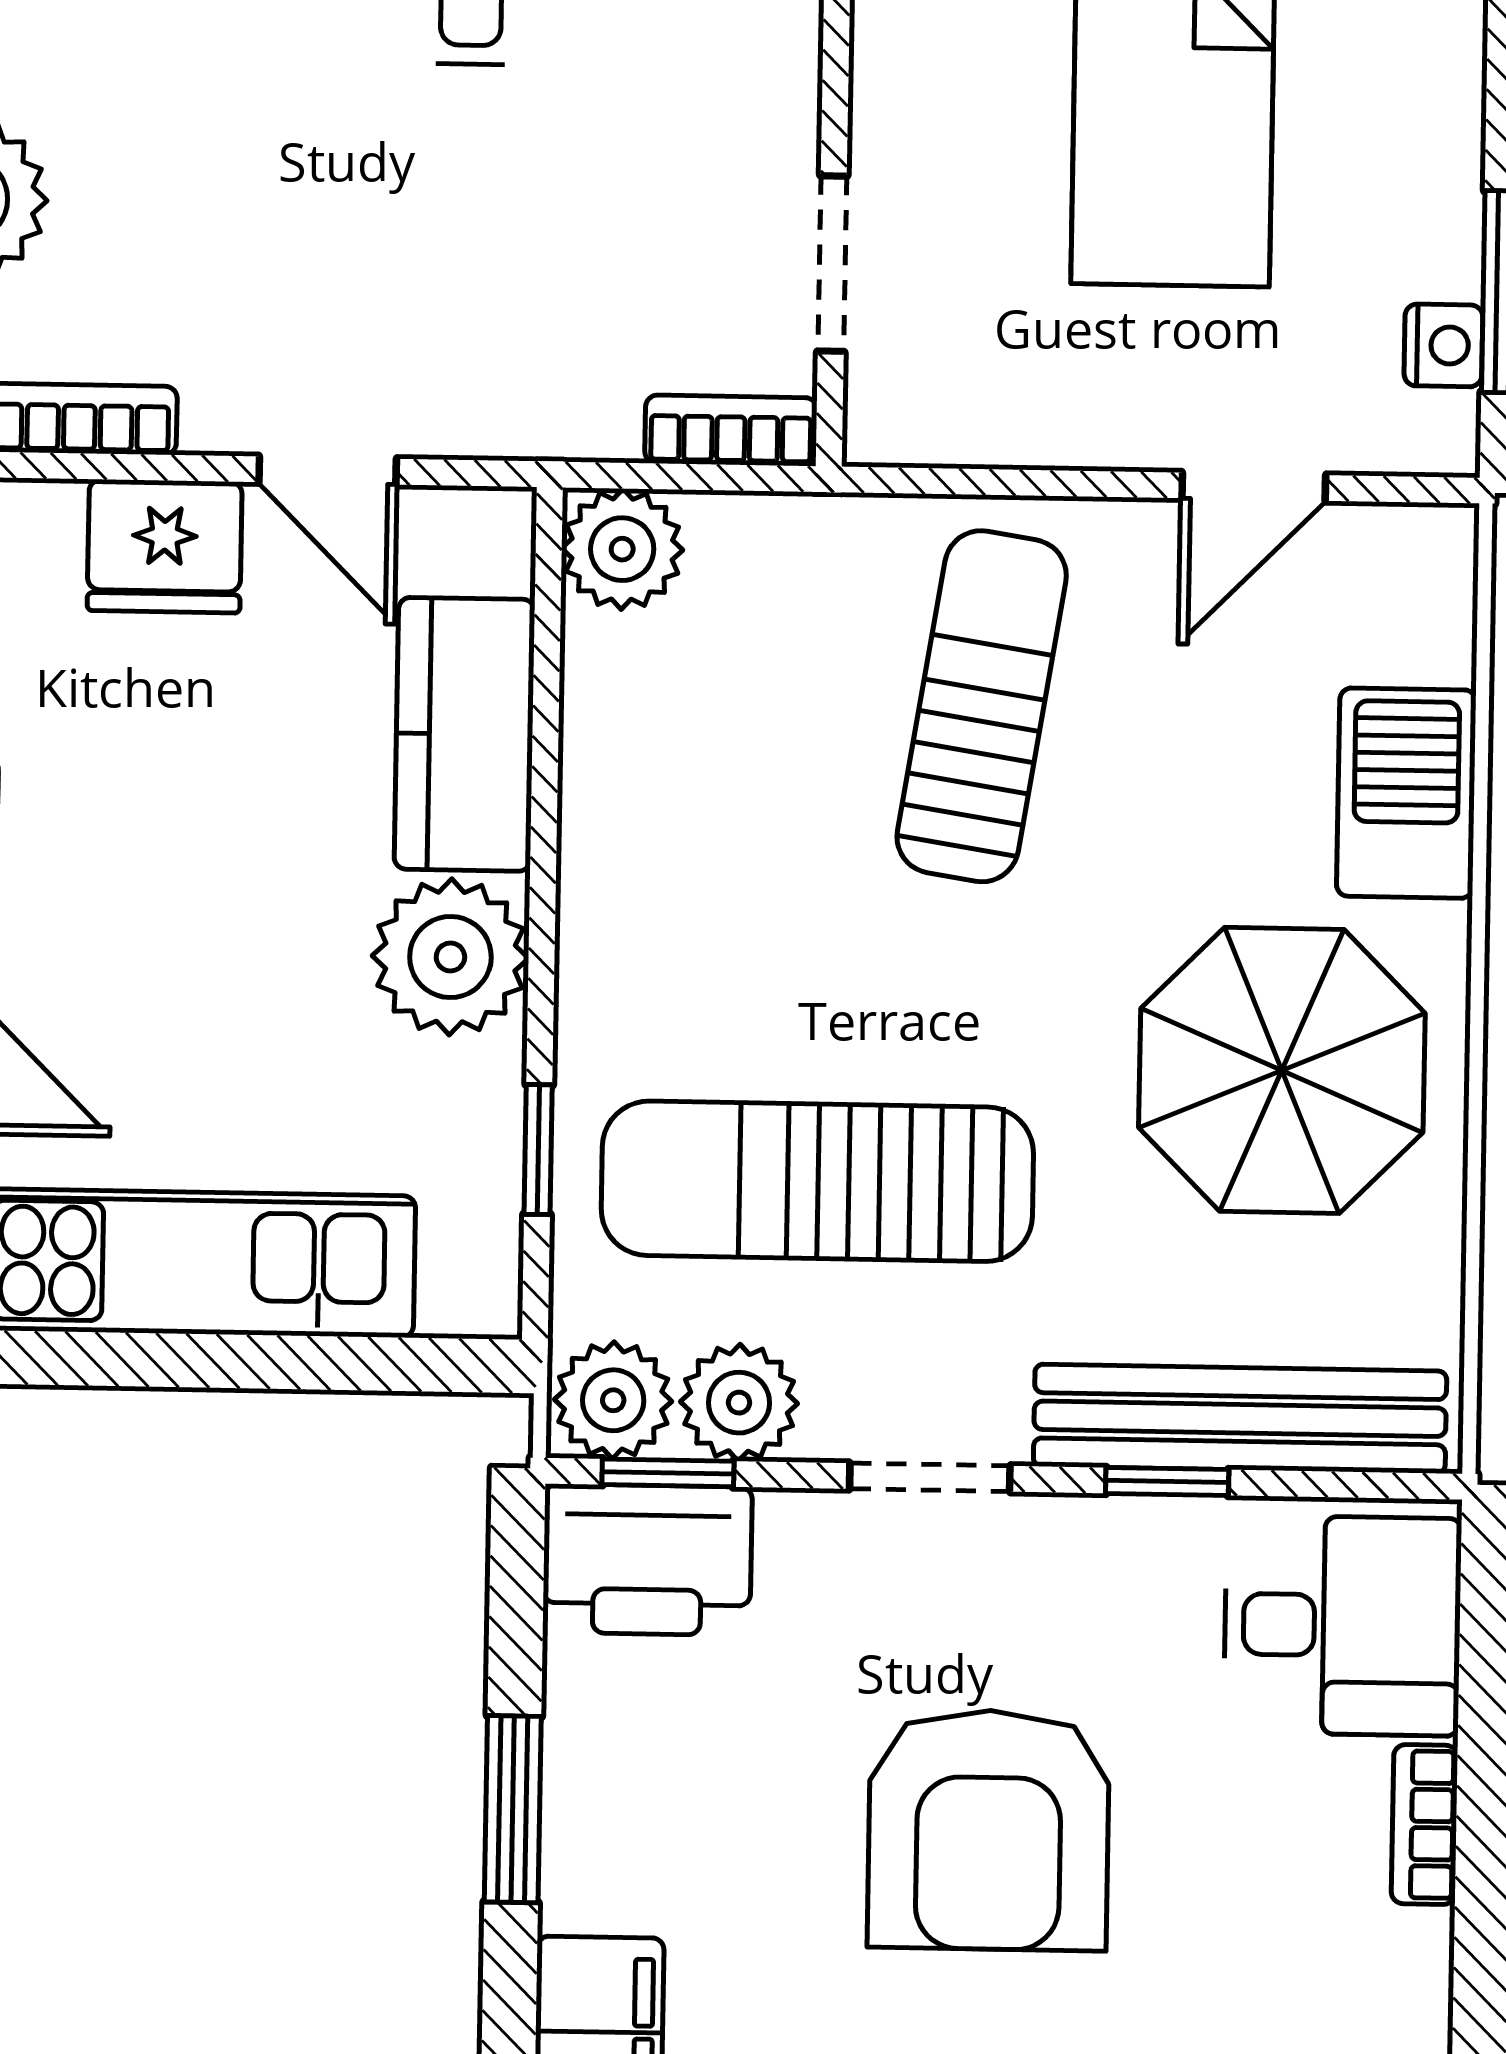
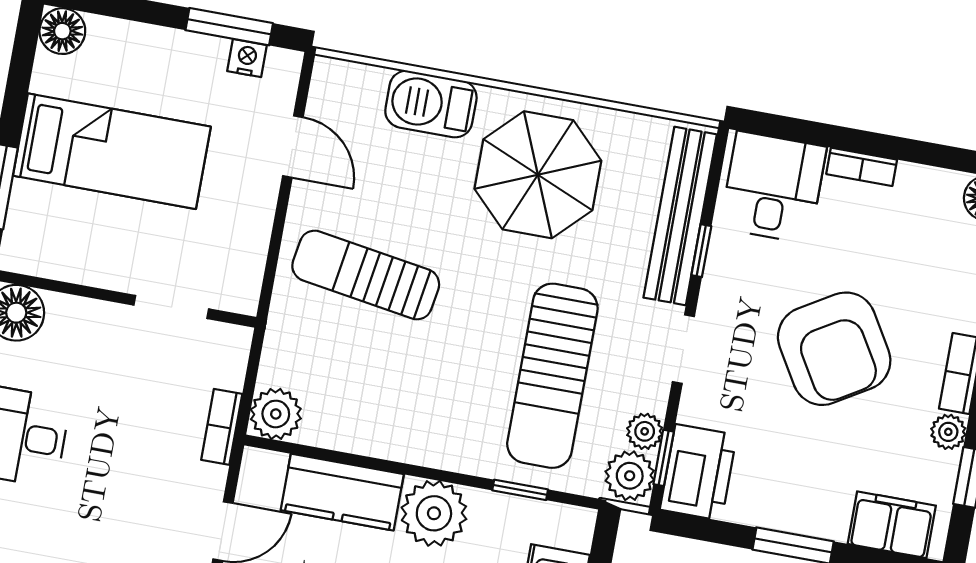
bookcase: (731, 430) -> (222, 427), moved
plant: (739, 1403) -> (645, 431), width x0.73, depth x0.73
armchair: (989, 1830) -> (834, 349), turned 59

